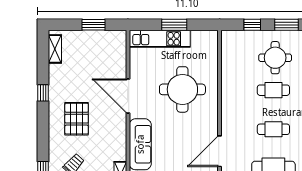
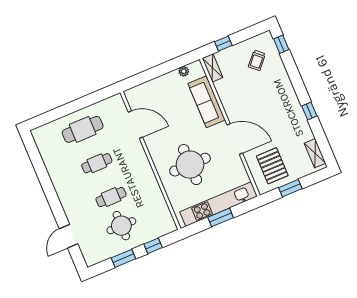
kitchen unit: (160, 39) -> (219, 204), width x1.36
pallet: (77, 119) -> (272, 166), moved
door: (220, 151) -> (135, 125), hinge flipped

